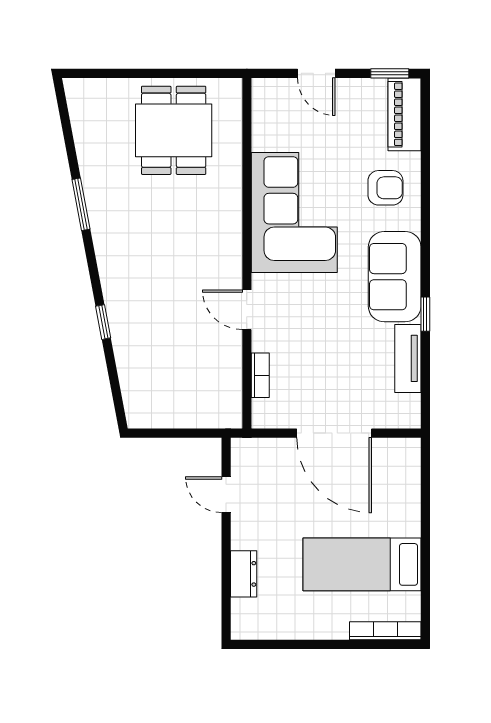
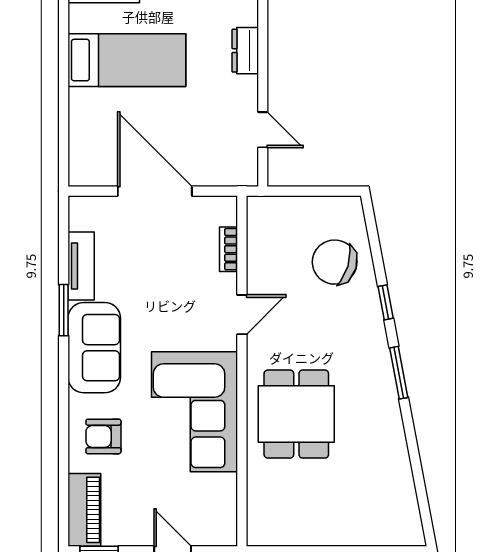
dining table: (174, 130) -> (296, 414), moved
window: (81, 204) -> (399, 373), moved
door: (247, 310) -> (242, 315), hinge flipped
window: (425, 314) -> (64, 310), width x1.50
chair: (154, 362) -> (335, 262), added

